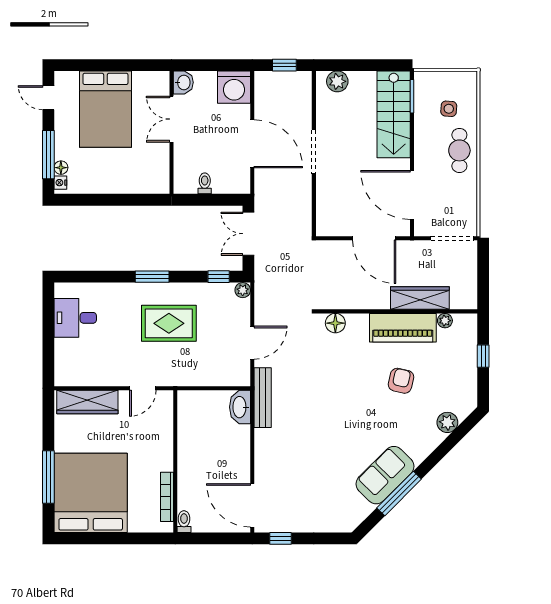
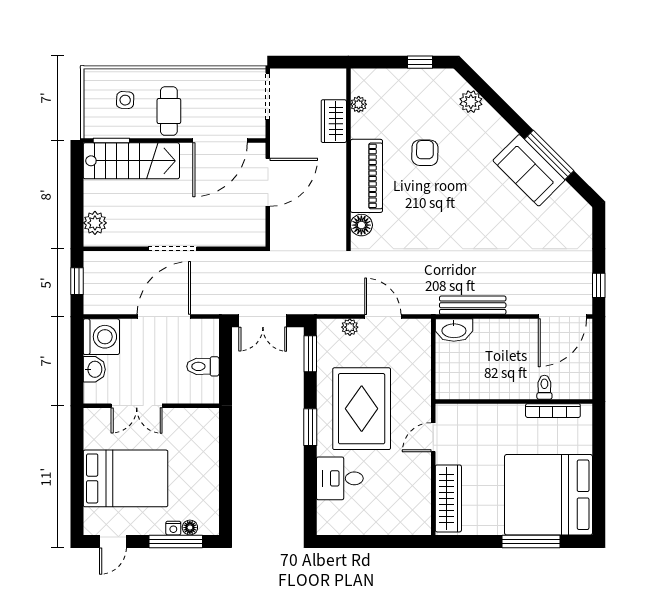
washbasin: (183, 82) -> (94, 369), moved, turned 90
cafe table: (459, 150) -> (169, 111), moved, turned 90
nightstand: (60, 183) -> (173, 528), moved
toilet: (205, 183) -> (203, 366), width x1.37, depth x1.39
window: (219, 277) -> (310, 354), width x1.50
plant: (243, 290) -> (350, 327), moved
wardrobe: (420, 298) -> (334, 121), width x0.67
desk: (75, 318) -> (340, 478), moved, turned 90
rug: (169, 323) -> (362, 409), width x1.37, depth x1.44
piano: (403, 328) -> (366, 176), moved
window: (483, 356) -> (420, 62), moved
armchair: (401, 381) -> (425, 153), turned 78
door: (143, 388) -> (433, 437), swing flipped
bench: (263, 398) -> (473, 305), moved
toilet: (184, 522) -> (544, 387), moved, turned 90

